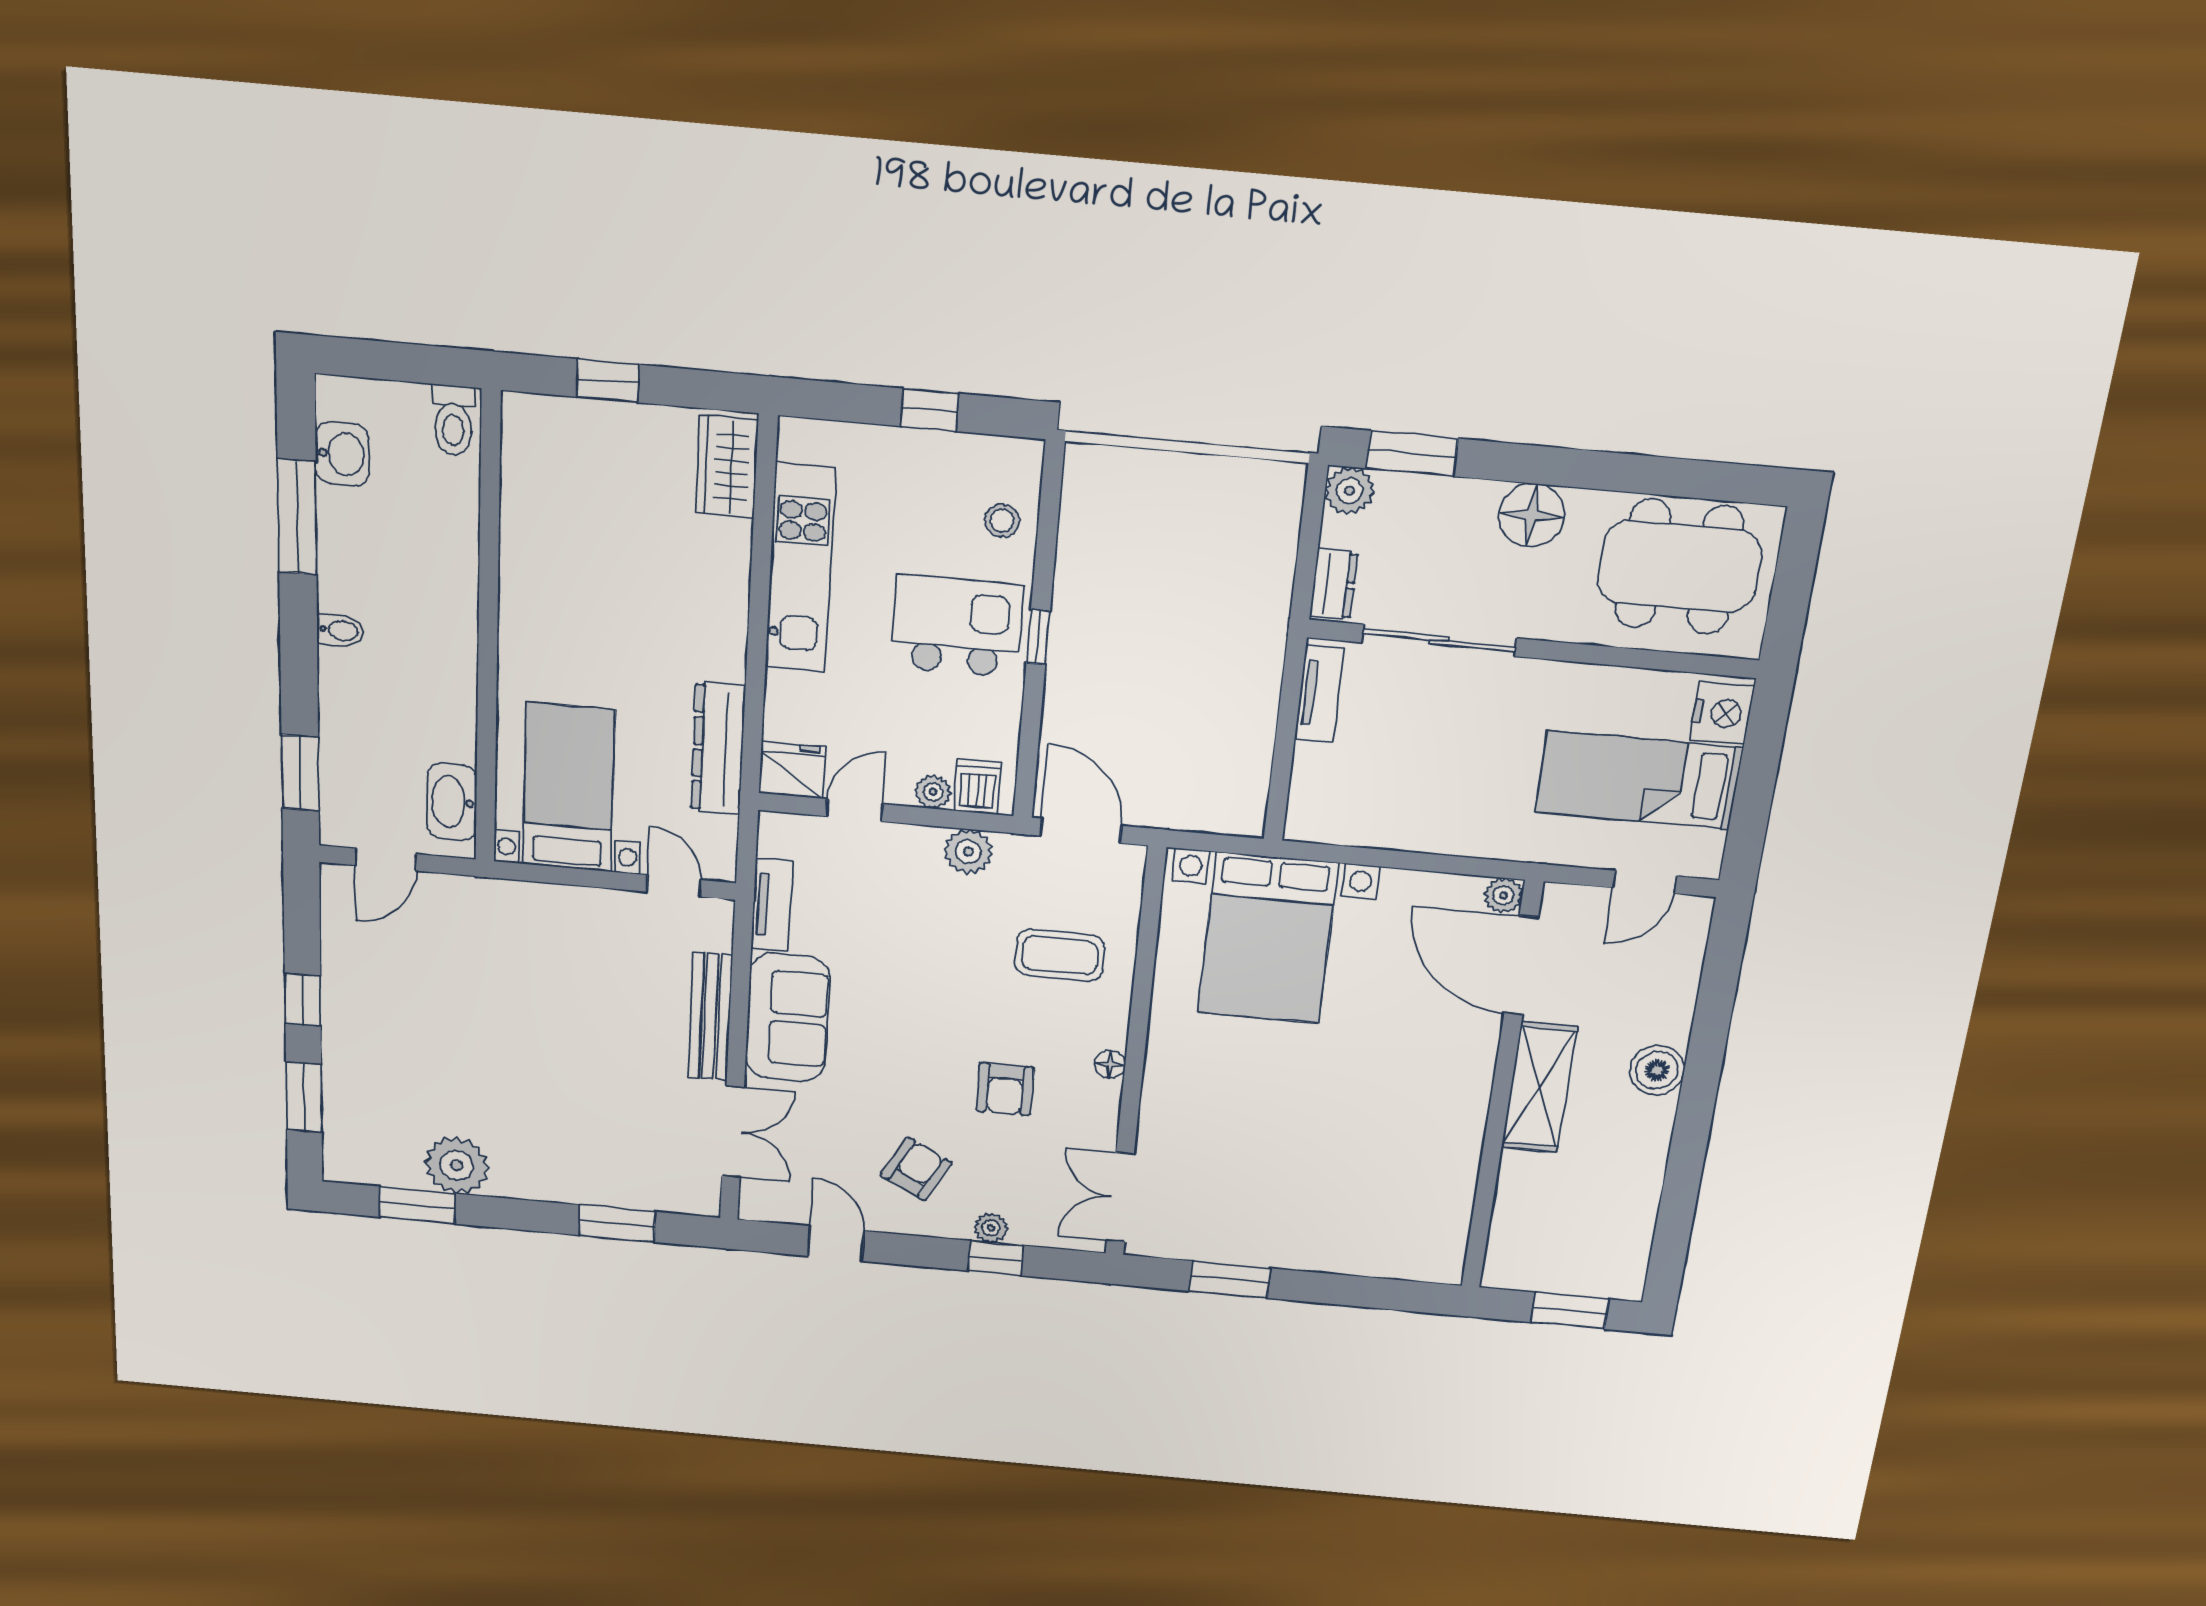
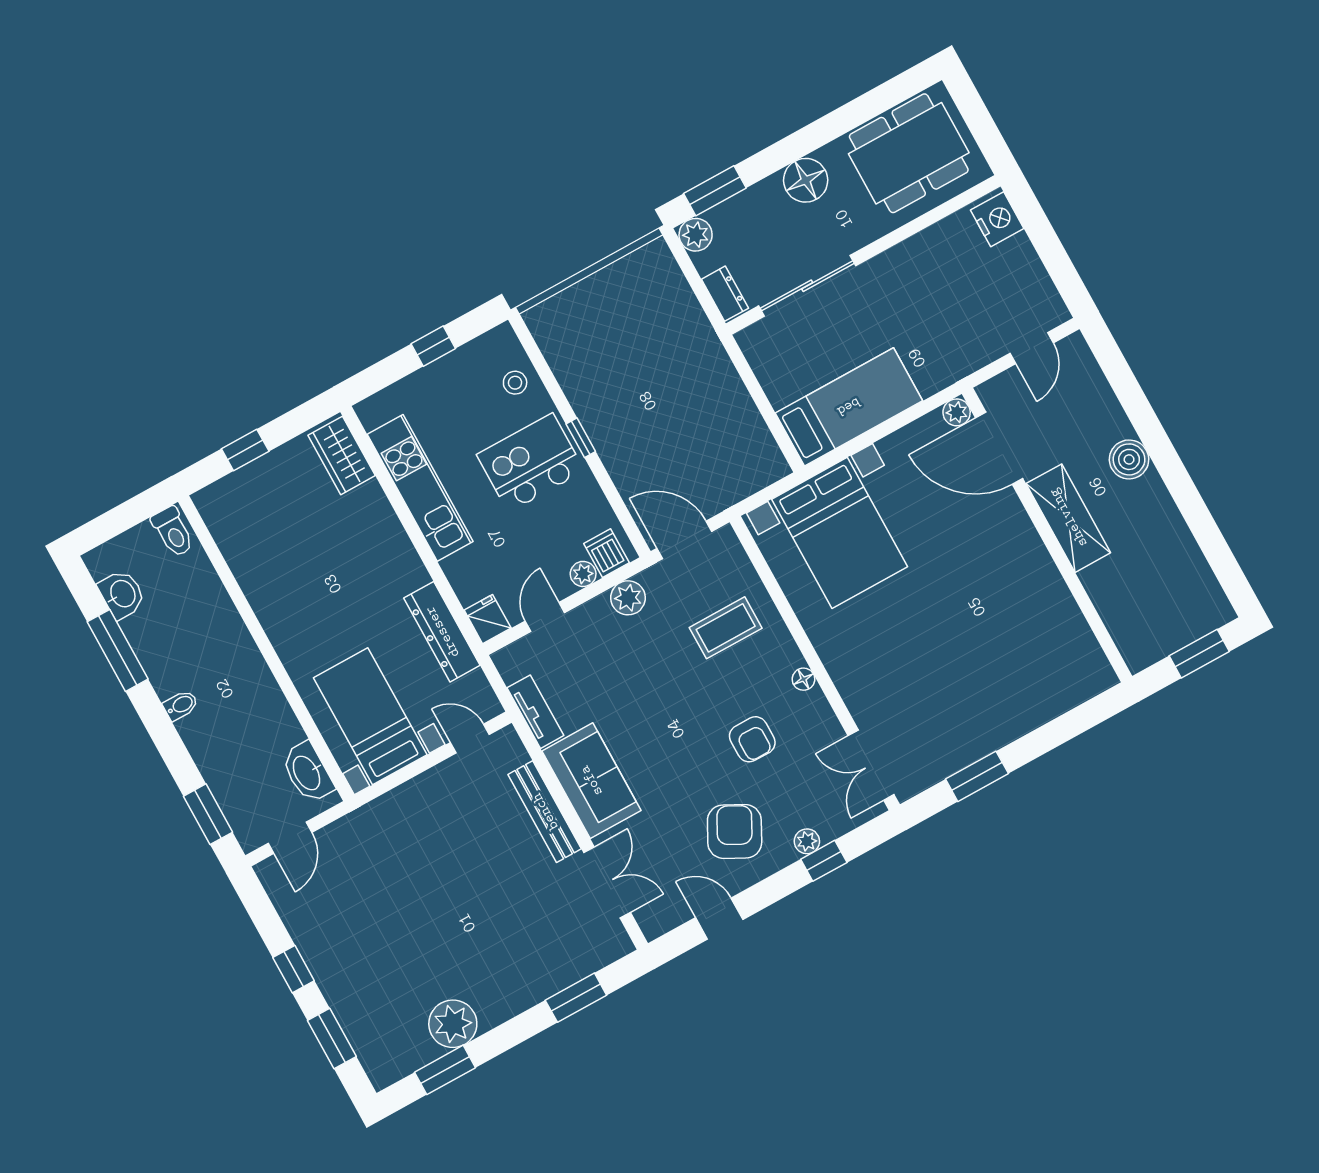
tv unit: (1319, 694) -> (763, 363), removed
fridge: (792, 770) -> (488, 619), width x0.72
bed: (1639, 780) -> (849, 407), moved, turned 180
armchair: (916, 1169) -> (735, 832), width x1.38, depth x1.38

